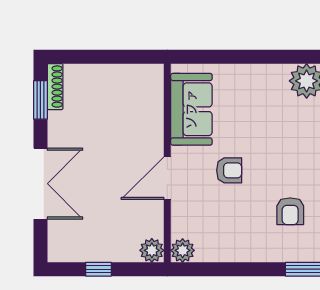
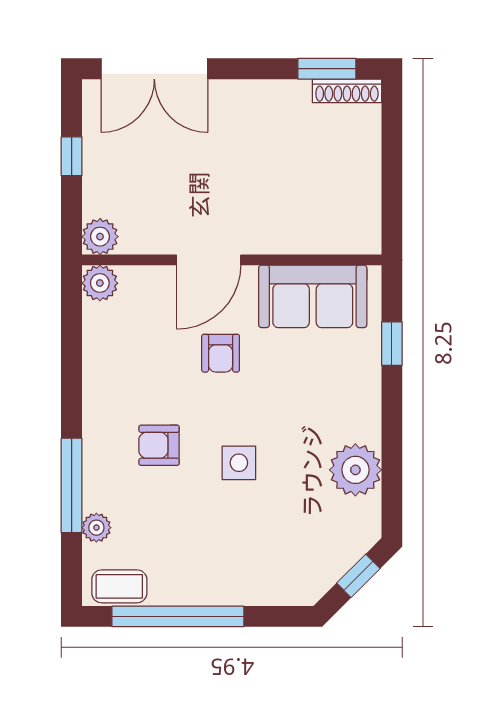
window: (223, 57) -> (392, 344), added
side table: (302, 158) -> (239, 463), added
door: (167, 178) -> (209, 260), swing flipped
double door: (40, 184) -> (154, 69), moved

